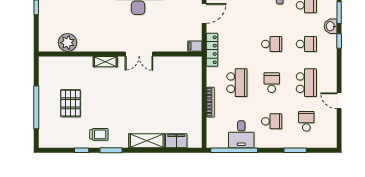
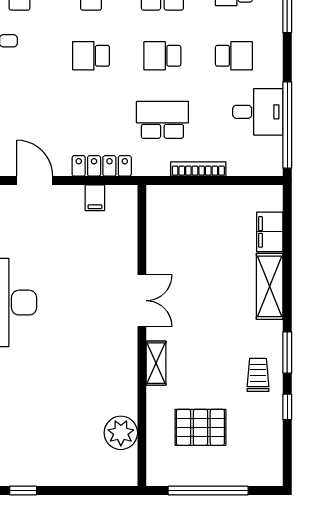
plant: (68, 43) -> (121, 433), moved
school desk: (272, 44) -> (91, 56), turned -90
wall: (120, 54) -> (142, 336), moved
double door: (139, 54) -> (142, 301), moved
shelving: (105, 62) -> (156, 363), moved
school desk: (272, 121) -> (234, 56), turned 90

